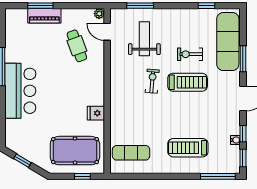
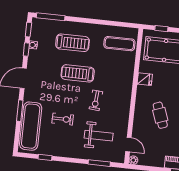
weight bench: (144, 39) -> (99, 136), turned -90
cafe table: (77, 46) -> (160, 115), moved
treadmill: (188, 82) -> (78, 73), moved

